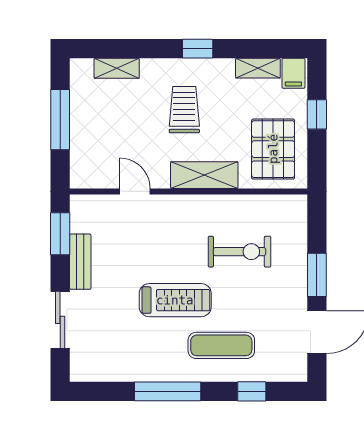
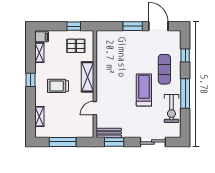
window: (317, 114) -> (74, 26), moved
pallet: (273, 149) -> (76, 46), width x0.67, depth x0.71
exercise bike: (239, 252) -> (171, 109), moved, turned 180
bench: (80, 262) -> (109, 133), moved

